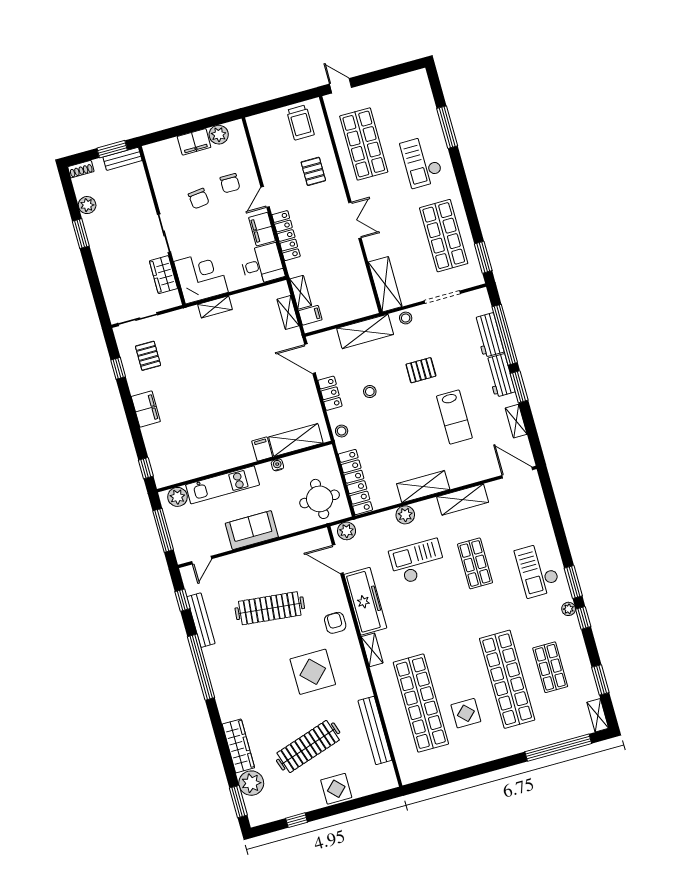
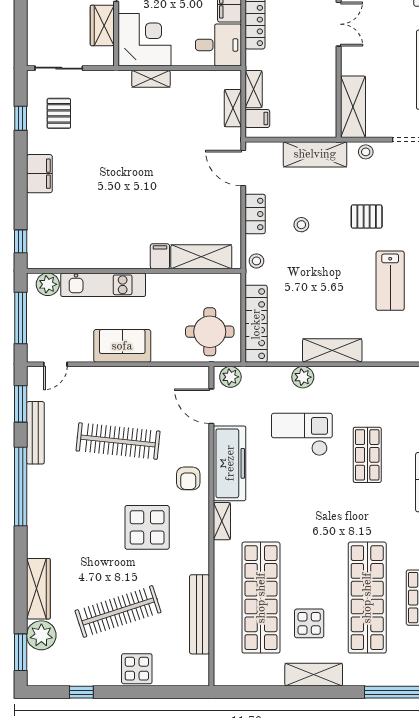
water cooler: (277, 465) -> (172, 279), removed
shelving: (463, 499) -> (314, 675), moved
window: (182, 600) -> (21, 404), width x1.50
armchair: (335, 623) -> (188, 478), turned 180

